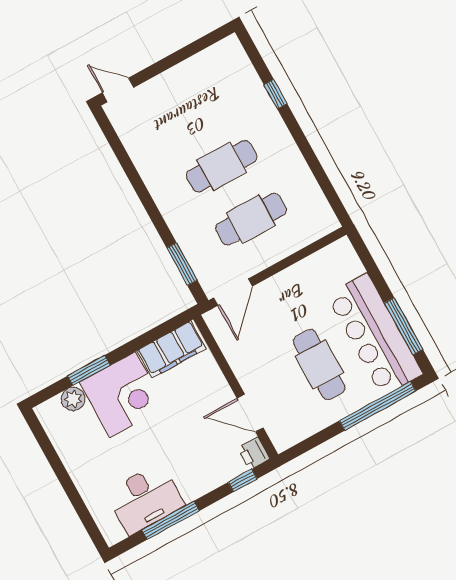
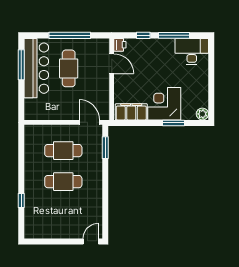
door: (118, 90) -> (91, 241), swing flipped
door: (233, 292) -> (89, 122), hinge flipped
plant: (73, 399) -> (202, 114), moved
window: (378, 406) -> (70, 35), moved
window: (243, 480) -> (143, 35), moved
desk: (145, 499) -> (192, 51), moved

